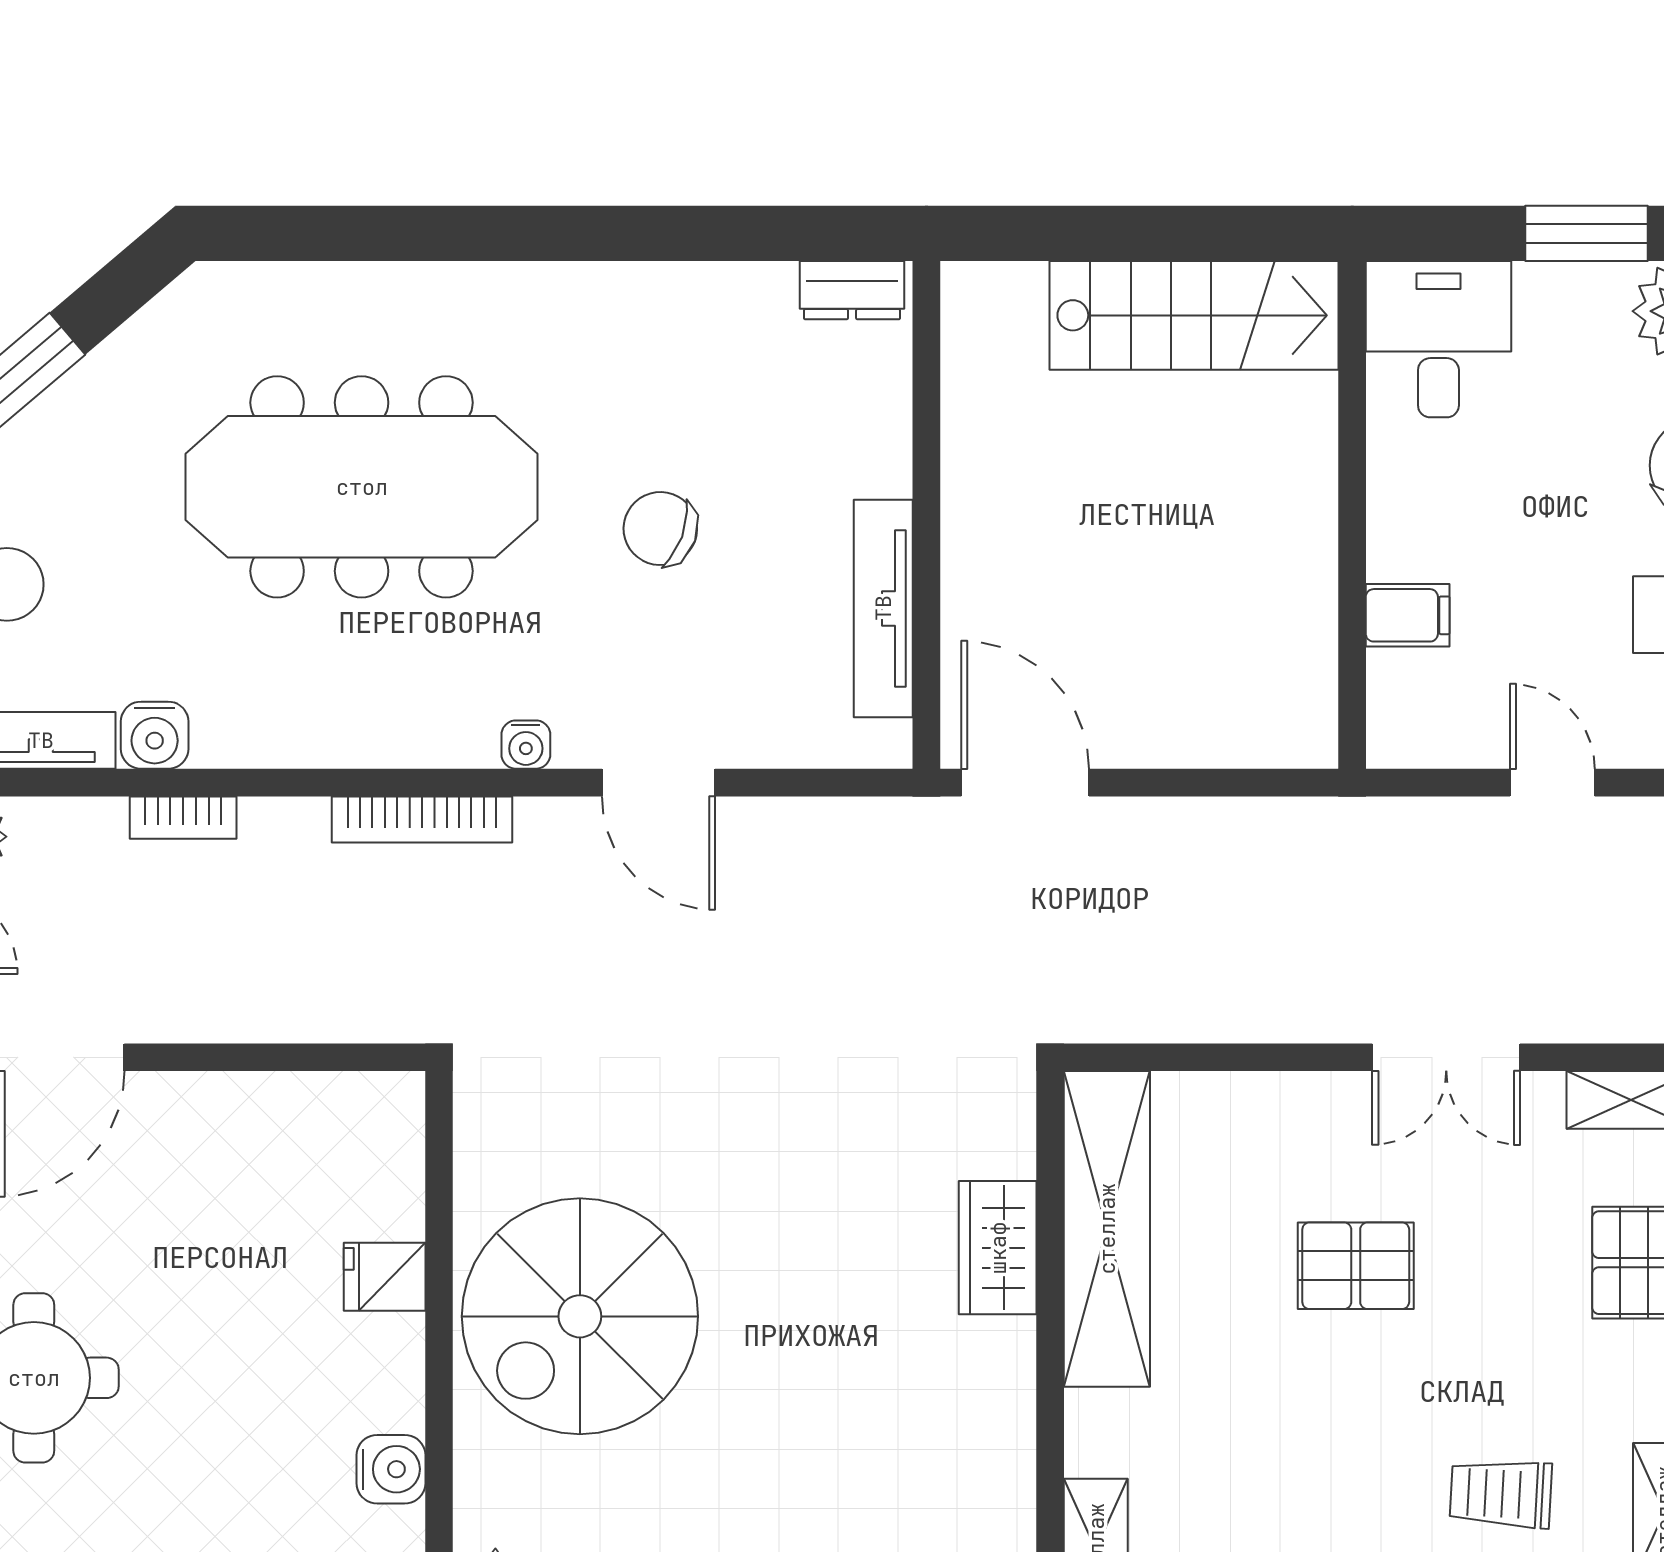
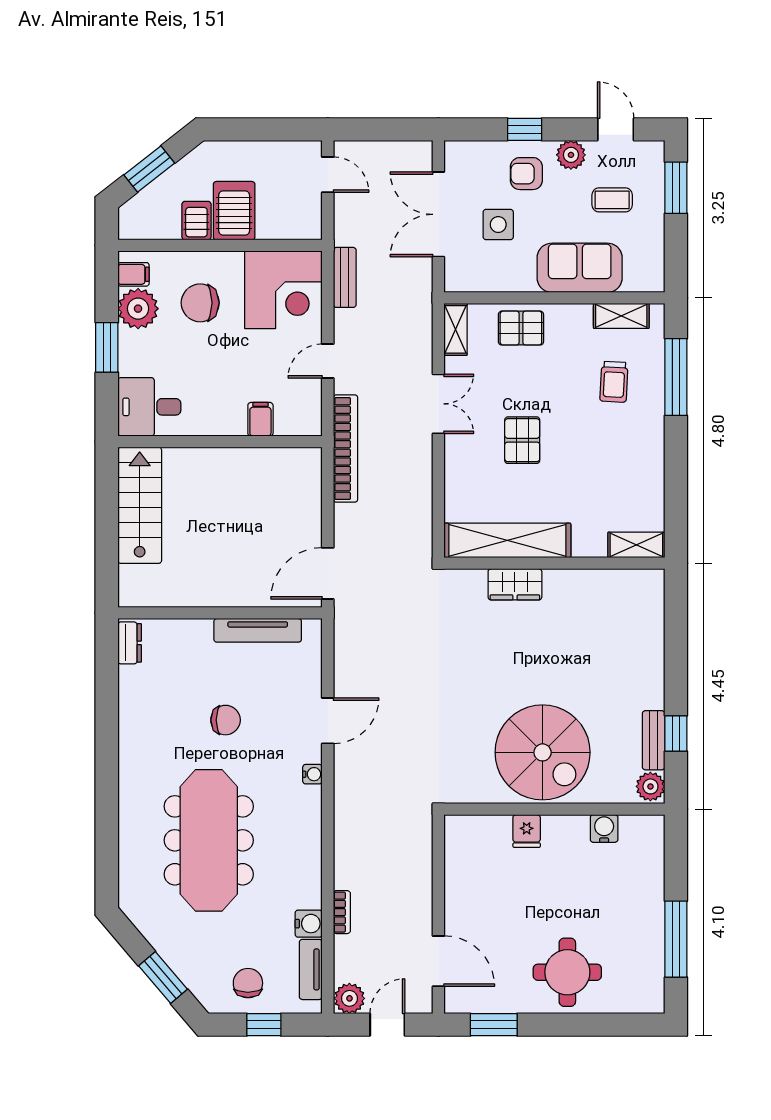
chair: (660, 529) -> (226, 720), turned -110
bookcase: (422, 819) -> (345, 449), moved, width x1.48, depth x1.31

